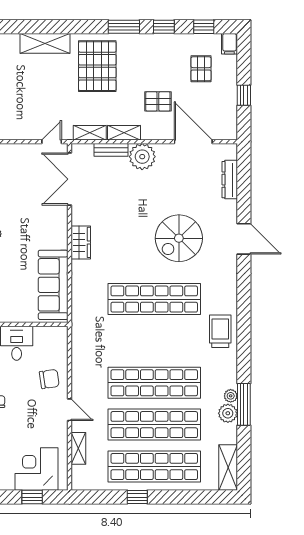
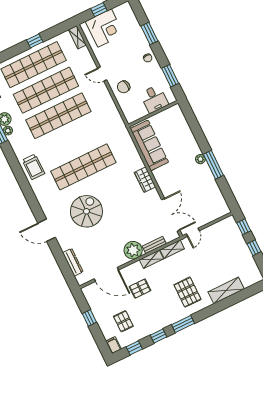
pallet: (97, 66) -> (187, 292), width x0.73, depth x0.71
shelving: (78, 448) -> (77, 37), moved

